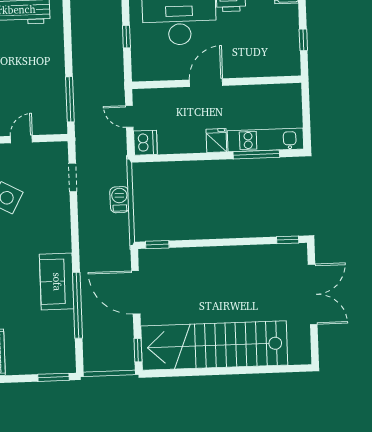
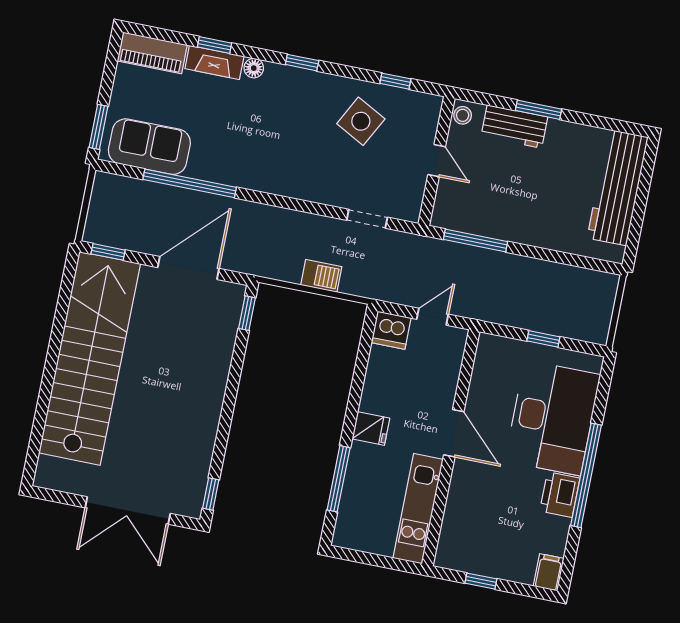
kitchen unit: (265, 140) -> (418, 509), moved, turned 180
sofa: (57, 282) -> (149, 147), moved

